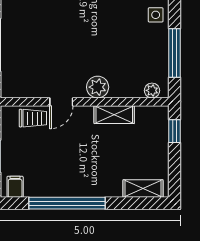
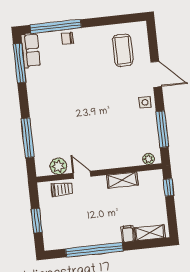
plant: (98, 87) -> (58, 166), moved
door: (61, 102) -> (82, 175), swing flipped
filing cabinet: (15, 187) -> (128, 234), moved

